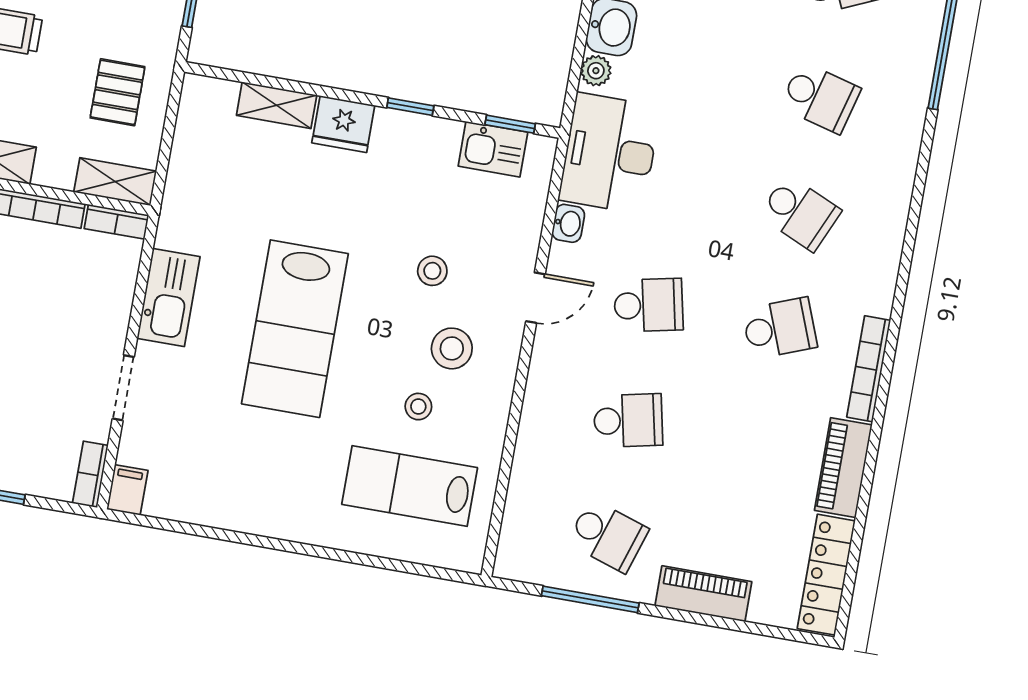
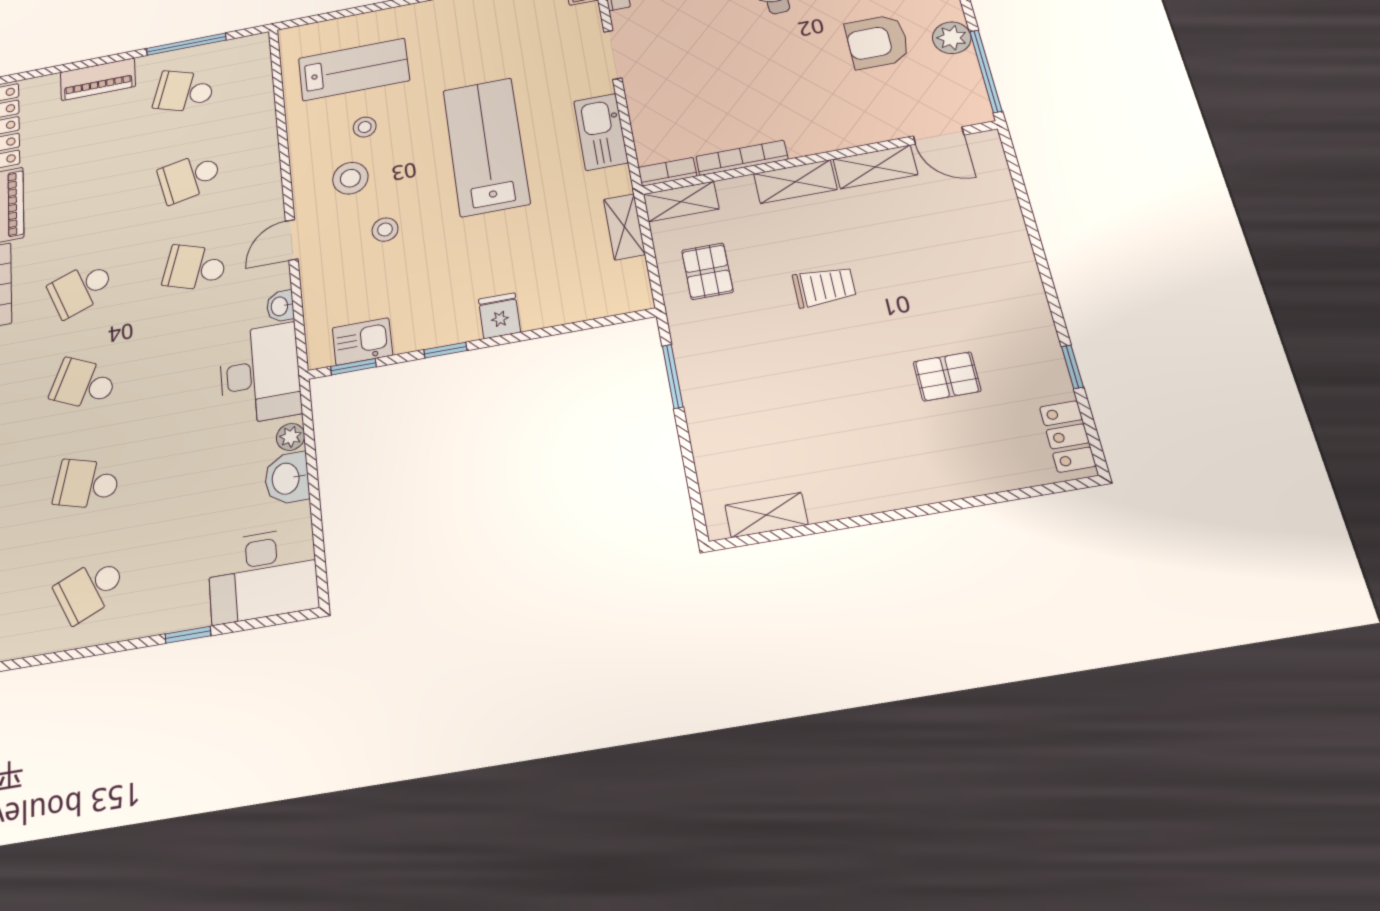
shelving: (277, 105) -> (624, 227), moved, turned 90
fridge: (343, 124) -> (499, 316), width x0.72
school desk: (649, 305) -> (195, 268), turned 30

